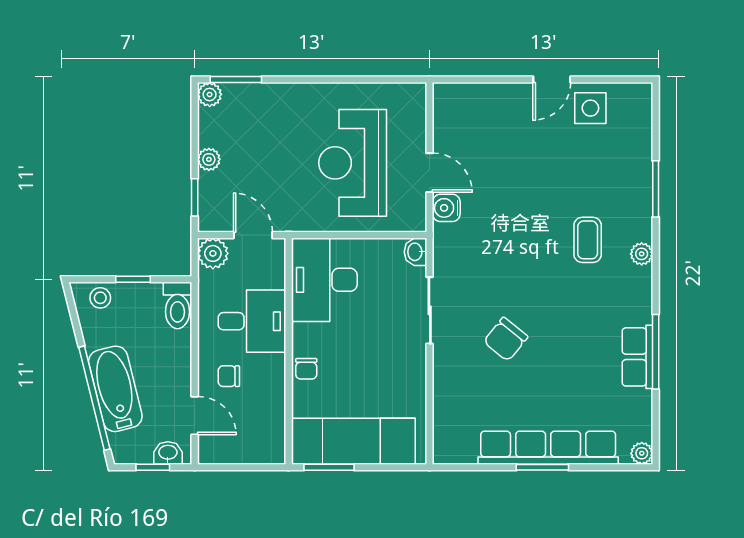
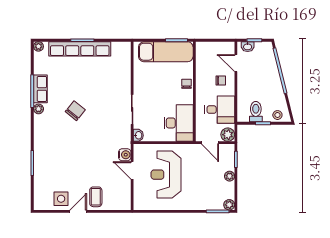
reception desk: (353, 163) -> (166, 175), turned 180
coffee table: (588, 240) -> (96, 197), moved
plant: (642, 254) -> (39, 109), moved
toilet: (177, 305) -> (256, 112), moved
desk: (252, 321) -> (220, 110), moved, turned 180
chair: (506, 339) -> (75, 111), moved
bathtub: (115, 389) -> (271, 75), removed

